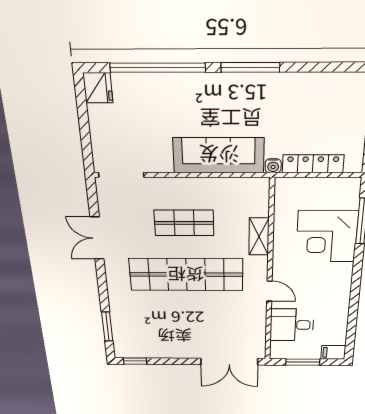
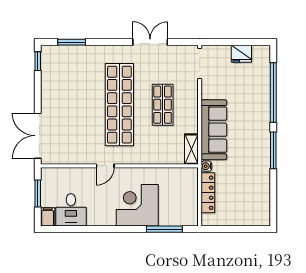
fridge: (98, 88) -> (241, 54), moved
corner desk: (327, 236) -> (137, 205), moved
shelving: (259, 237) -> (191, 149), moved, turned 90
desk: (292, 325) -> (71, 210), moved, turned 180

